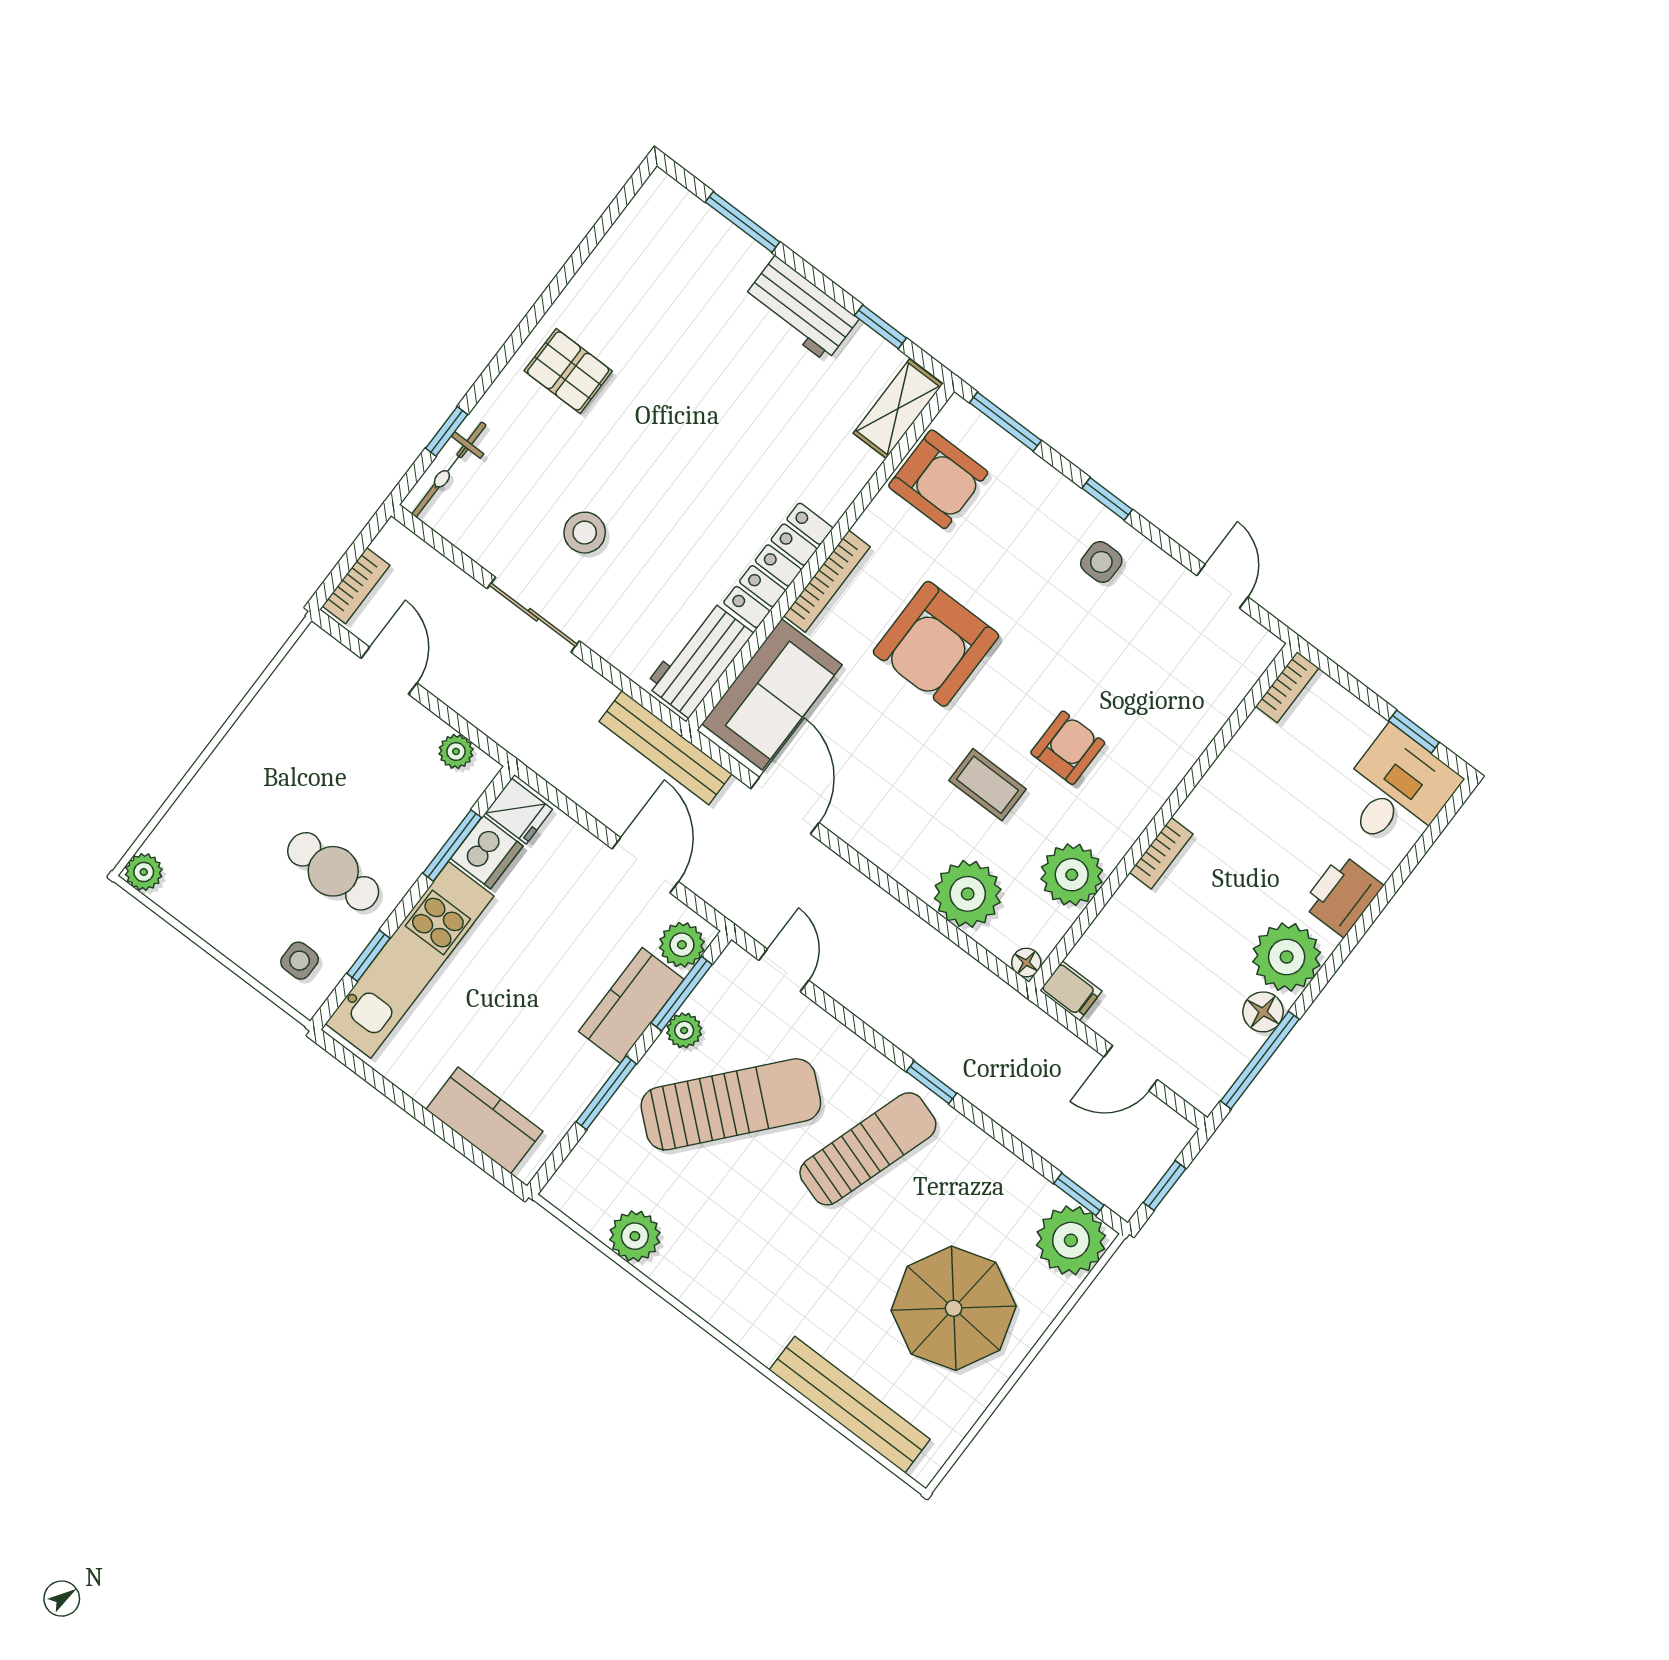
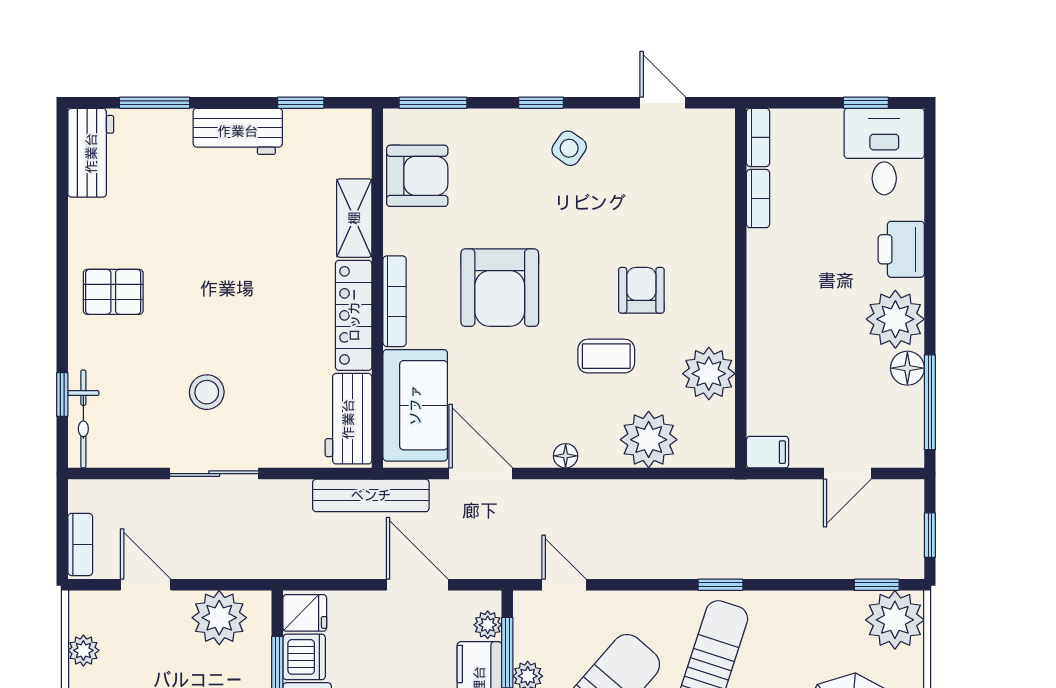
workbench: (647, 224) -> (91, 153), added
shelving: (898, 409) -> (354, 218), moved
side table: (1101, 562) -> (569, 148), turned 35
plant: (283, 688) -> (83, 650), added
plant: (456, 751) -> (219, 618), width x1.88, depth x1.88
bookcase: (1161, 853) -> (758, 199), moved
plant: (682, 945) -> (488, 625), width x0.73, depth x0.73
floor lamp: (1026, 963) -> (566, 456), moved

